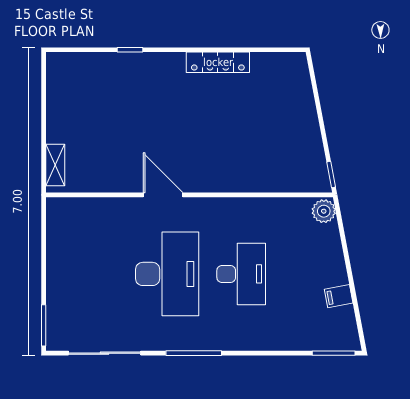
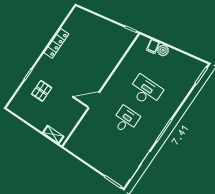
pallet: (118, 93) -> (42, 91), added
plant: (324, 211) -> (163, 50), moved
desk: (167, 274) -> (126, 120), width x0.53, depth x0.77
filing cabinet: (339, 296) -> (153, 46), moved

